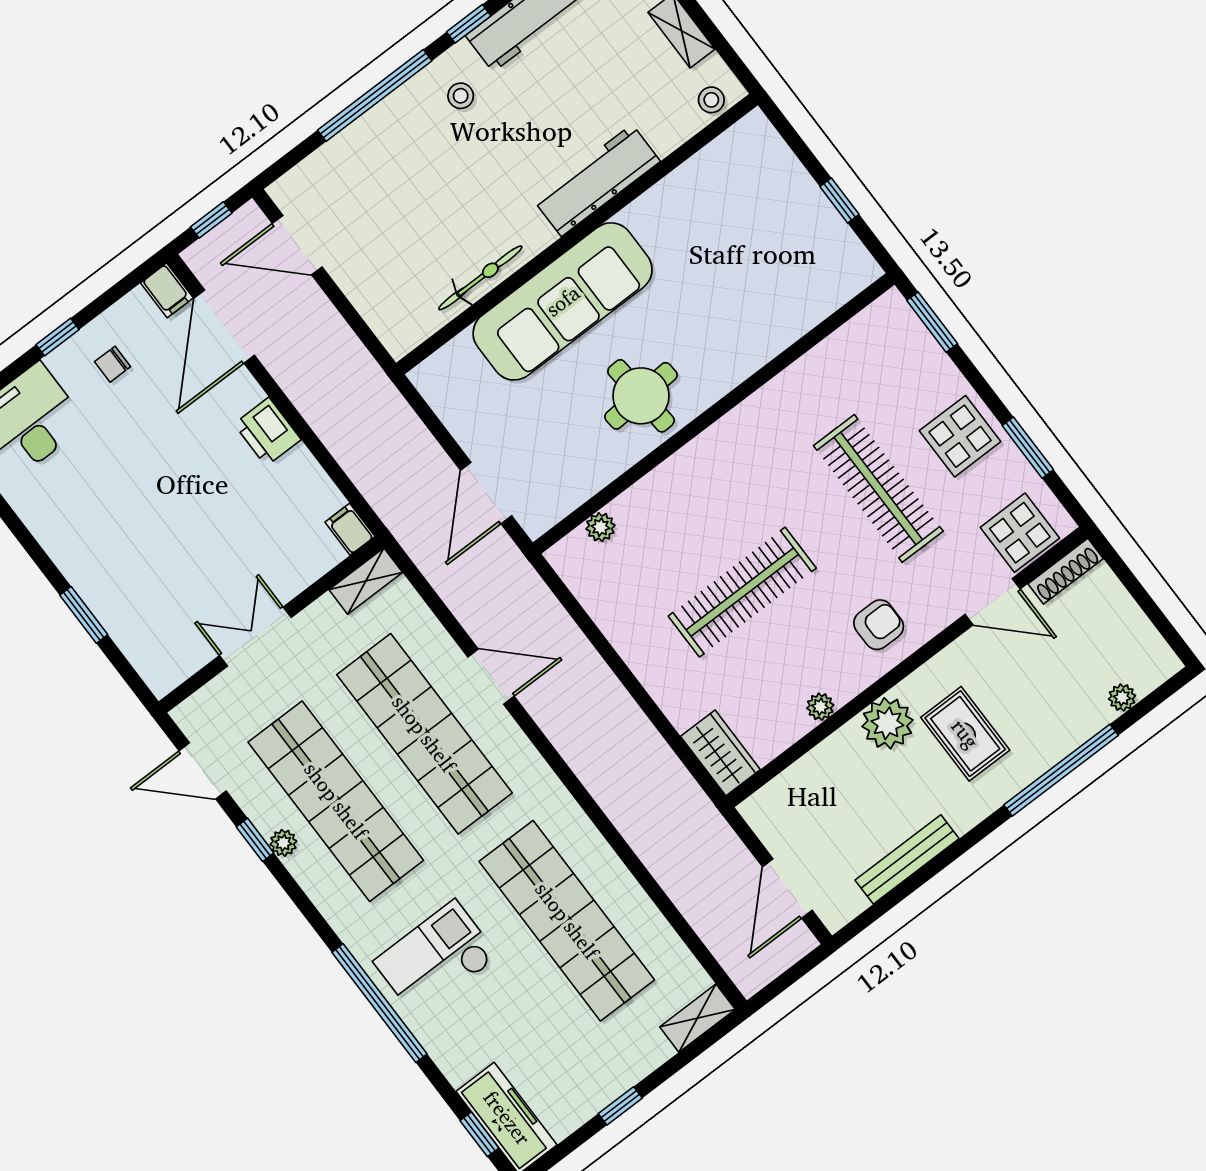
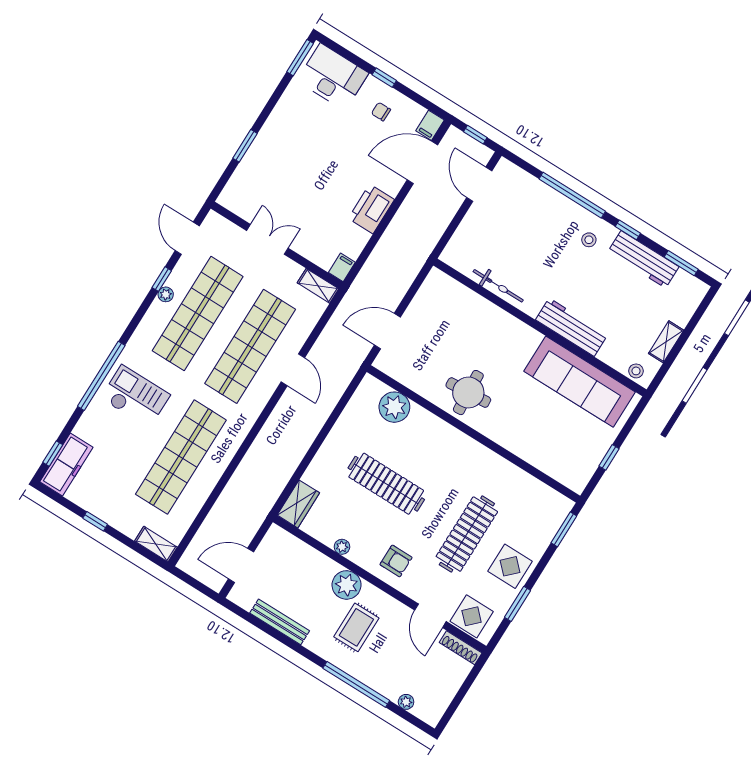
sofa: (563, 301) -> (580, 382), moved
printer: (268, 432) -> (371, 209), width x1.37, depth x1.19
plant: (600, 527) -> (394, 407), width x1.88, depth x1.88

